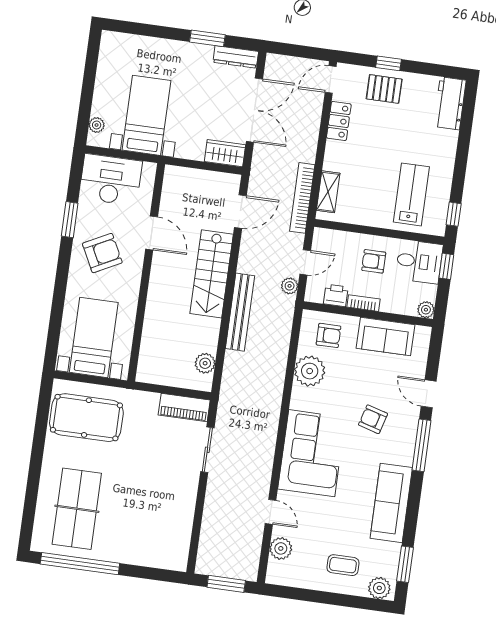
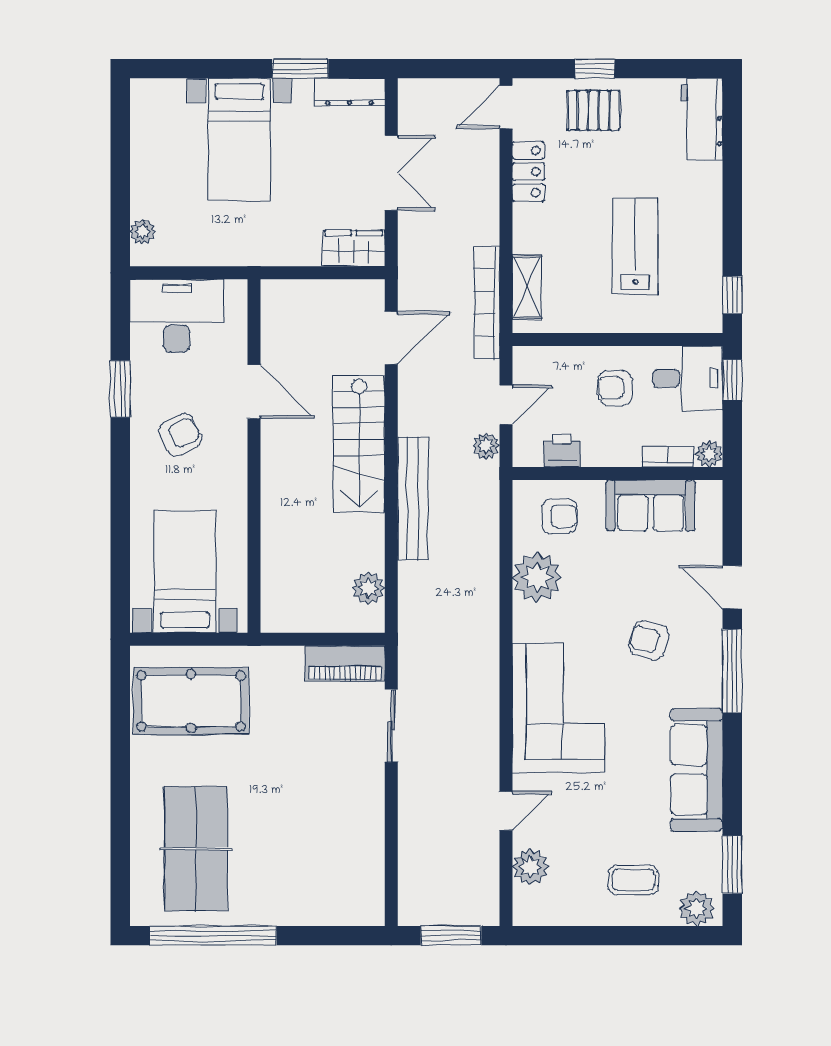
double door: (254, 110) -> (391, 173), width x0.73
bed with nightstands: (146, 115) -> (239, 139), moved, turned 180
lab bench: (411, 194) -> (635, 246), moved
armchair: (102, 253) -> (180, 435), width x0.72, depth x0.72
bookcase: (363, 303) -> (668, 457), moved
door: (271, 512) -> (506, 811), hinge flipped

